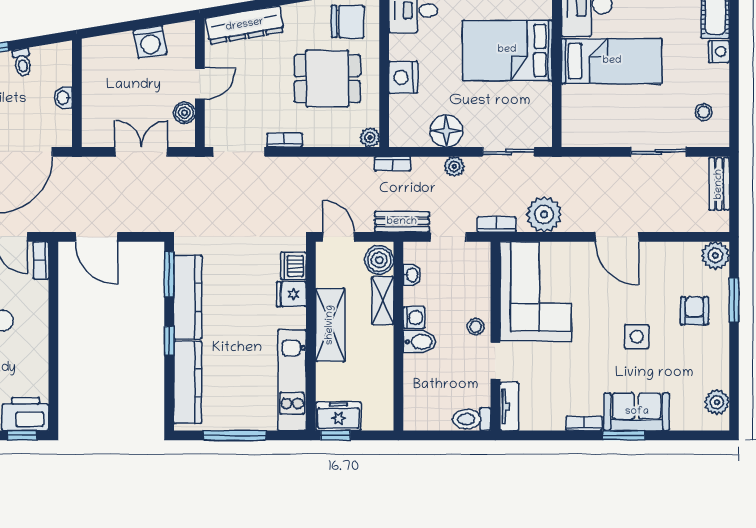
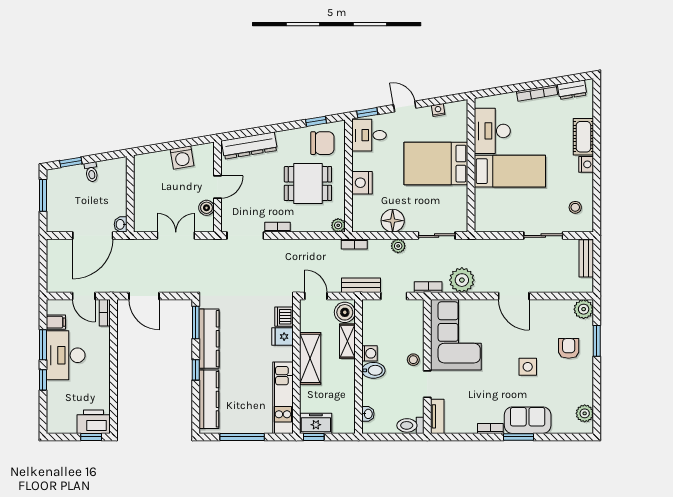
washbasin: (63, 98) -> (121, 224), moved
washbasin: (412, 275) -> (368, 414), moved

